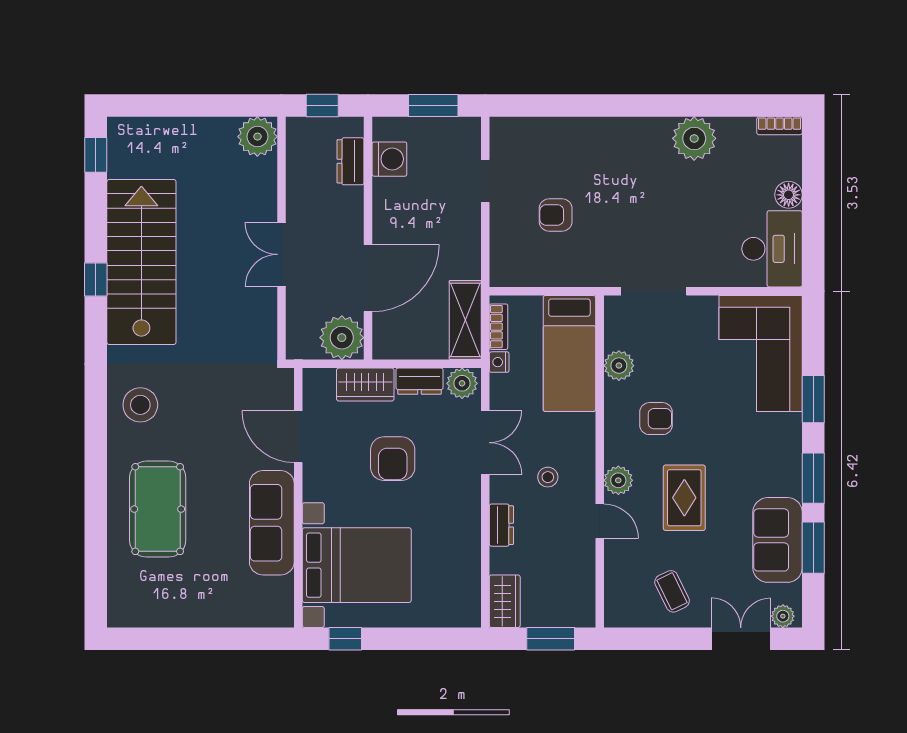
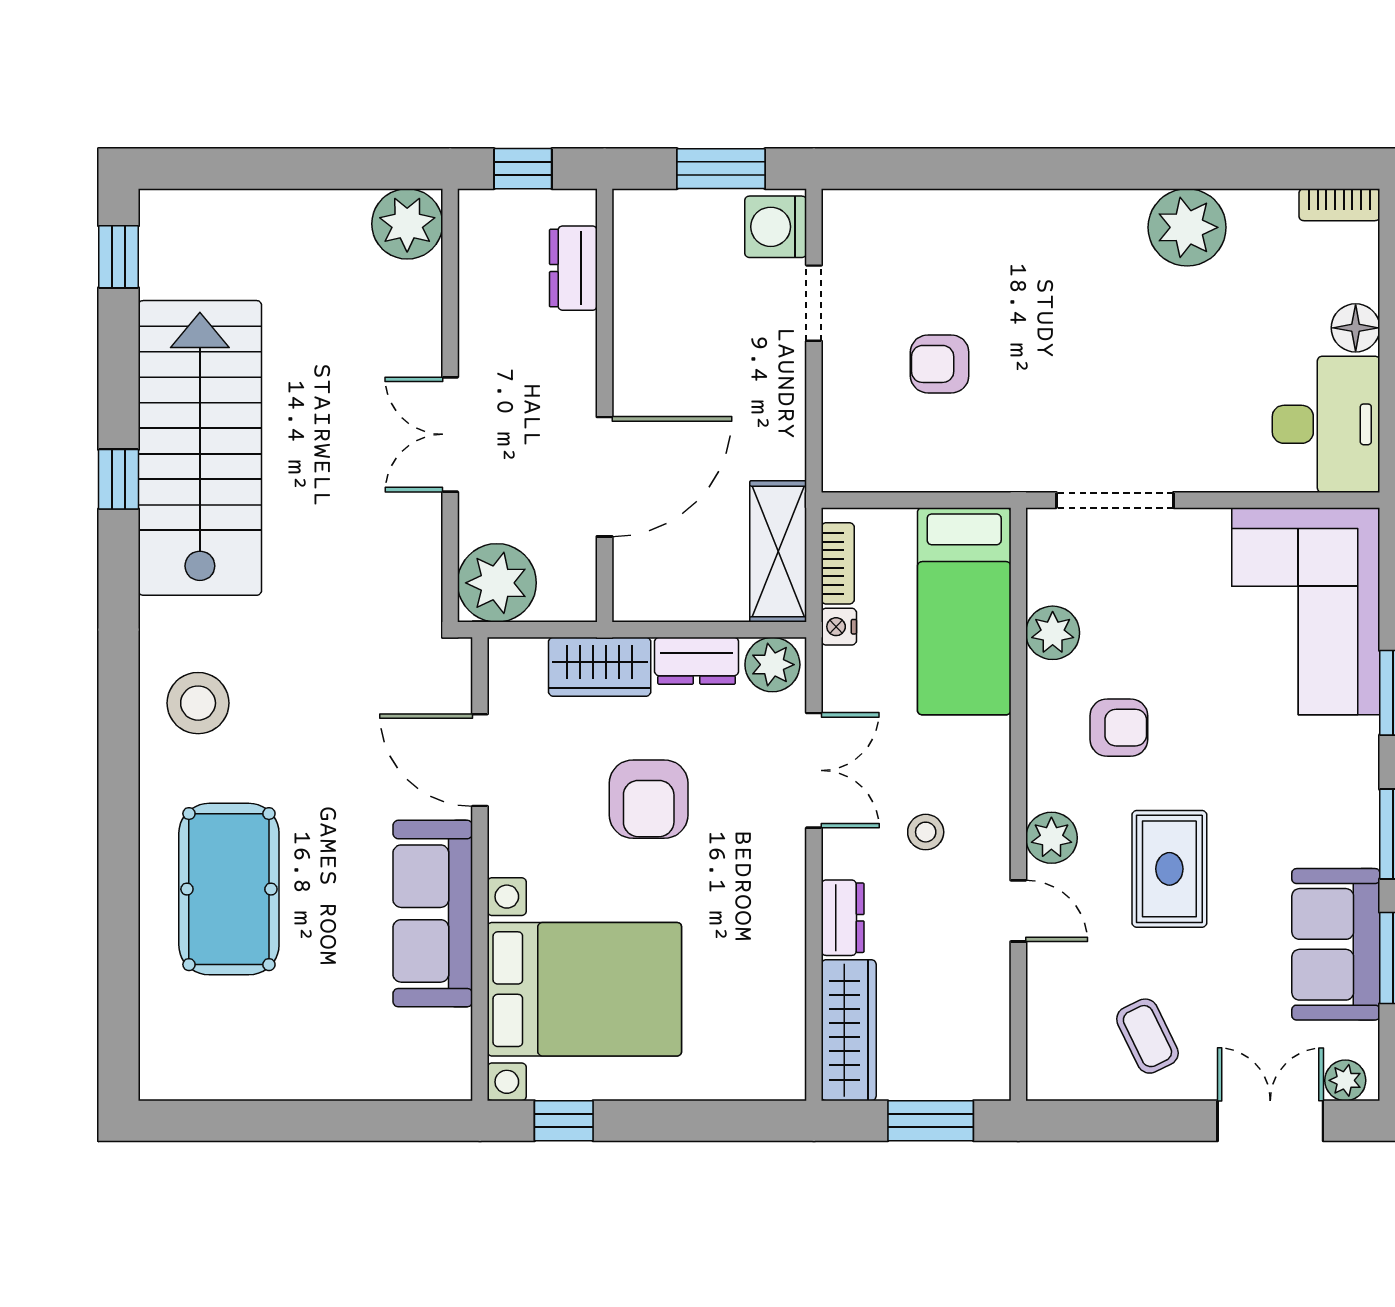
washing machine: (389, 159) -> (776, 227), moved, turned 180
plant: (342, 338) -> (497, 583), moved
wardrobe: (505, 601) -> (849, 1030), width x1.50

